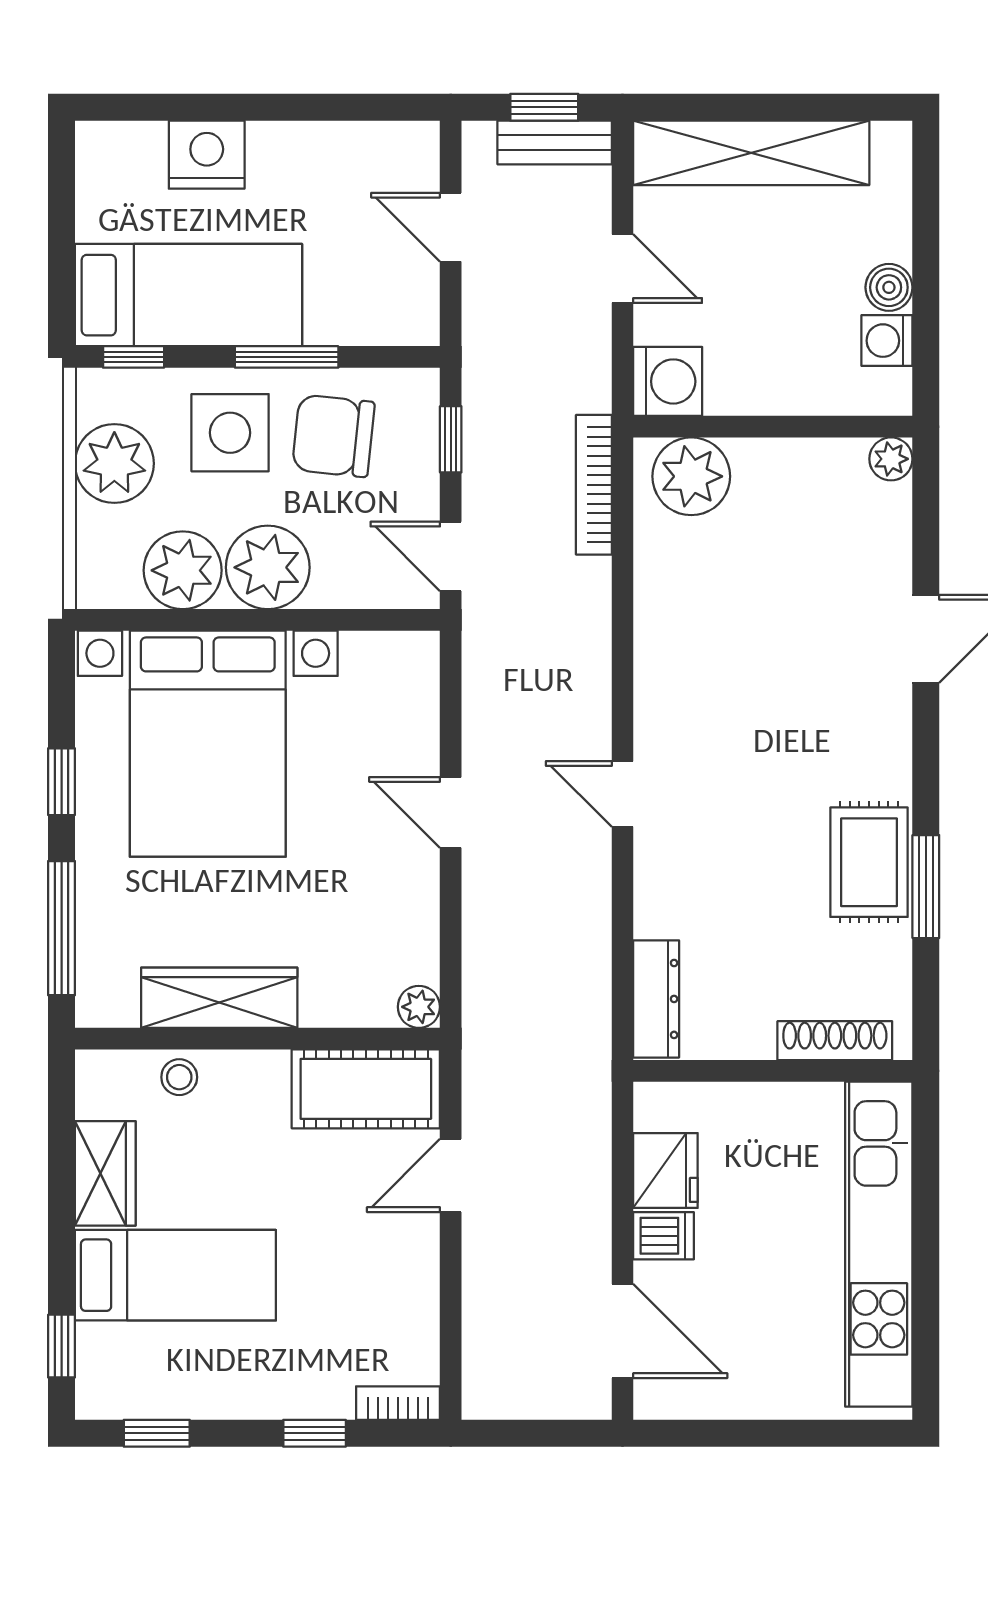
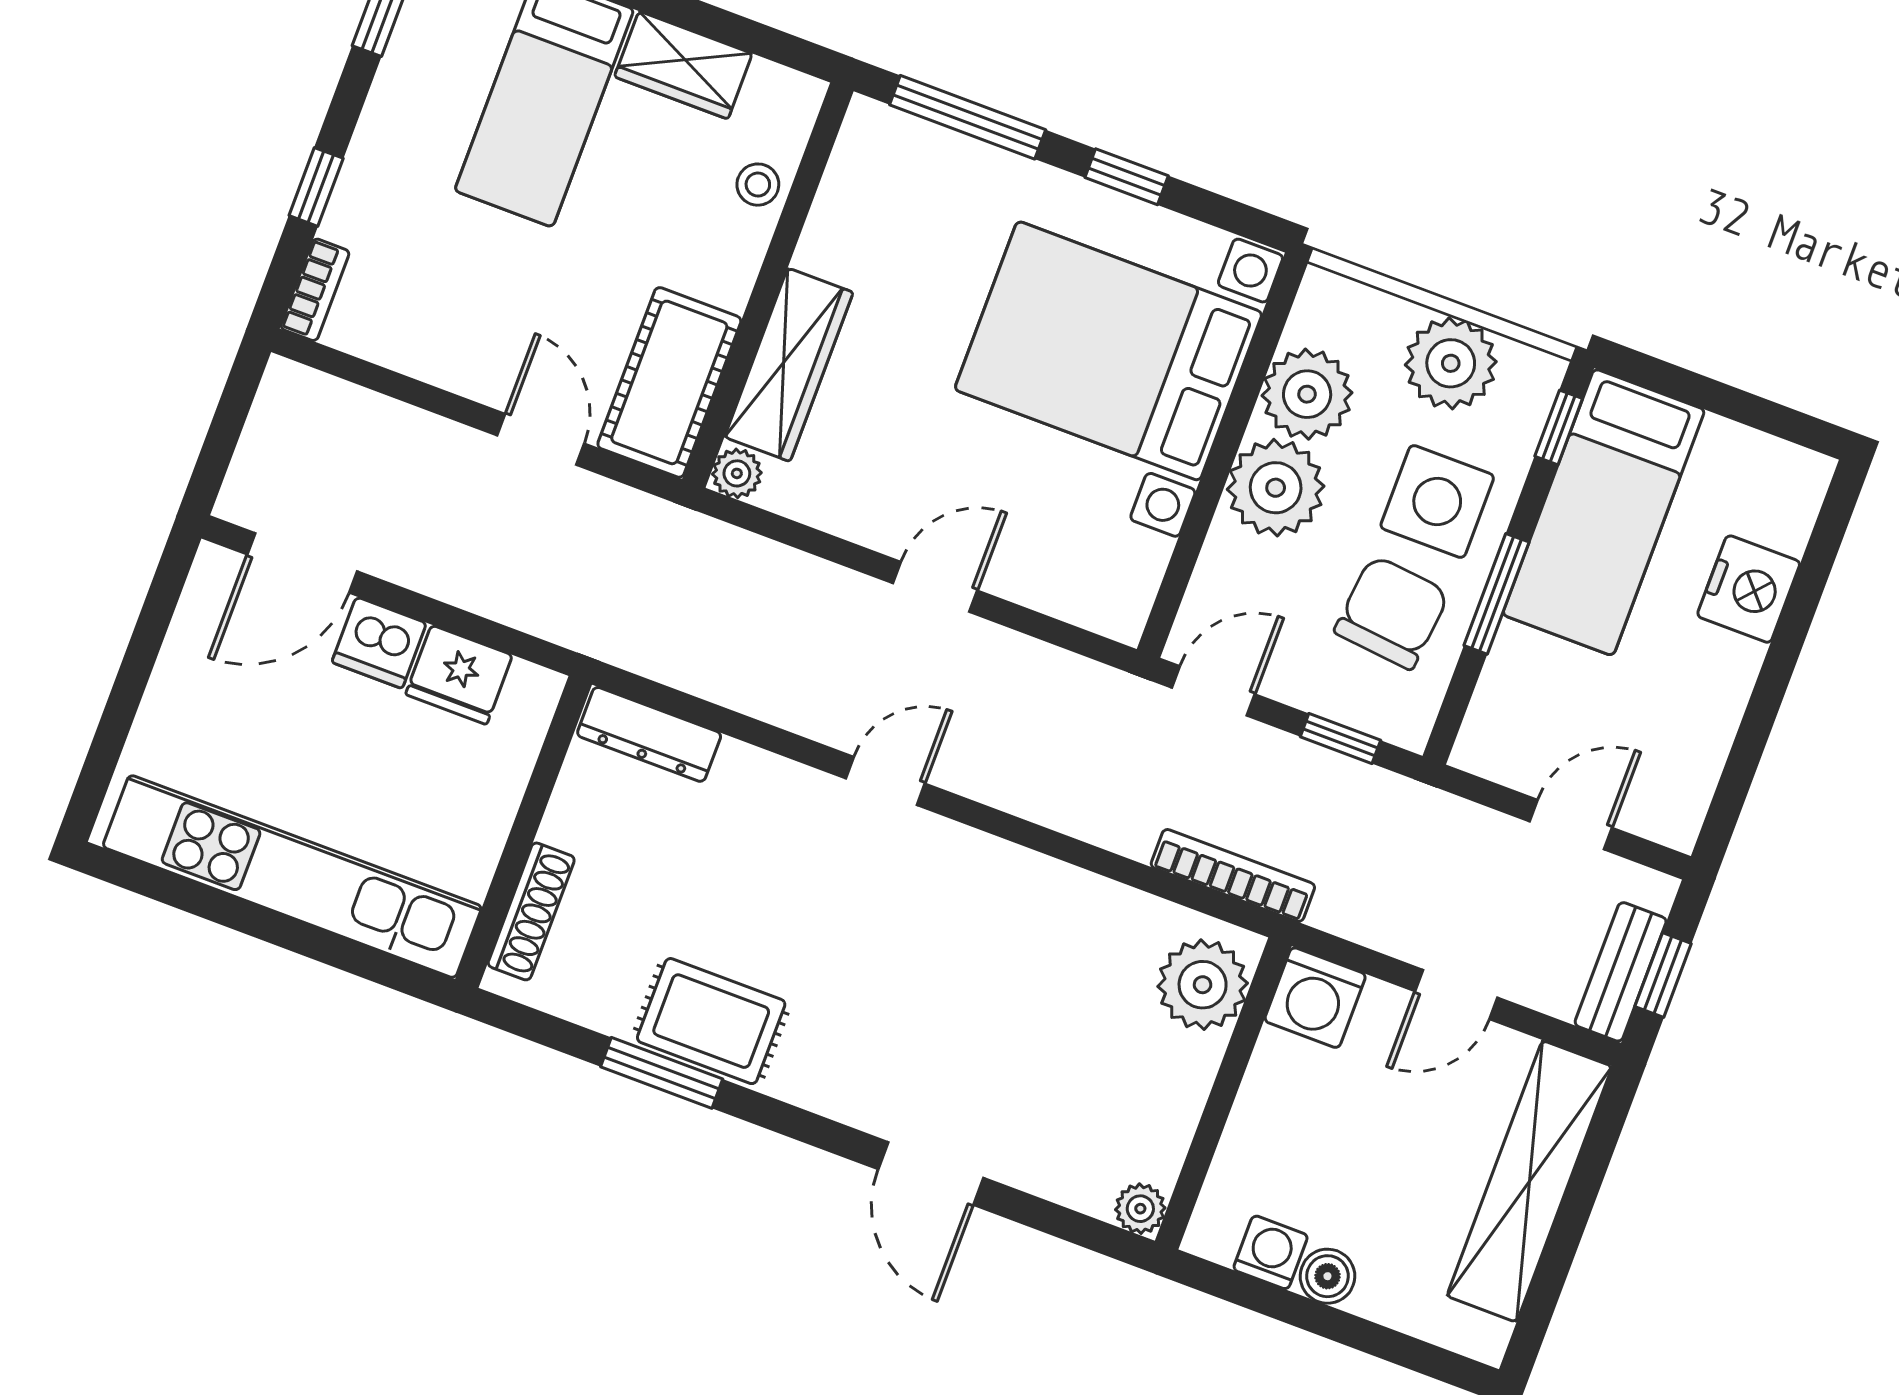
wardrobe: (219, 998) -> (789, 365), moved
dishwasher: (664, 1236) -> (379, 643), width x1.38

